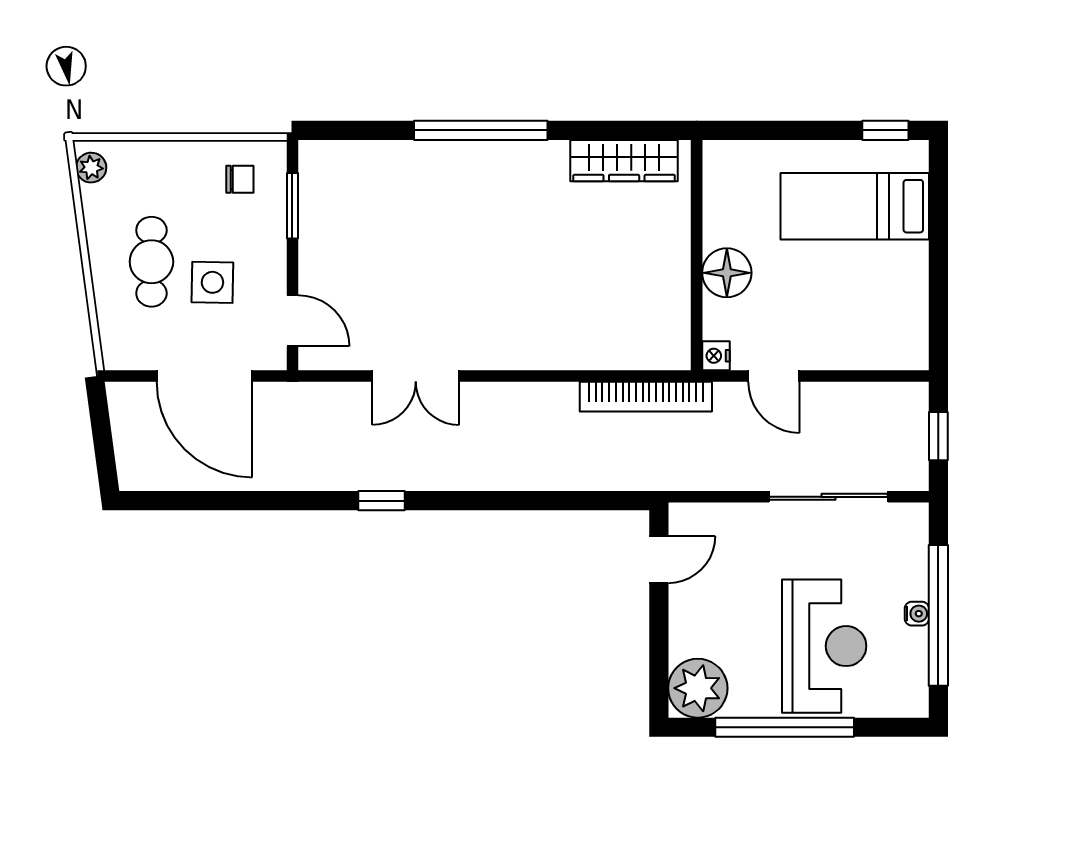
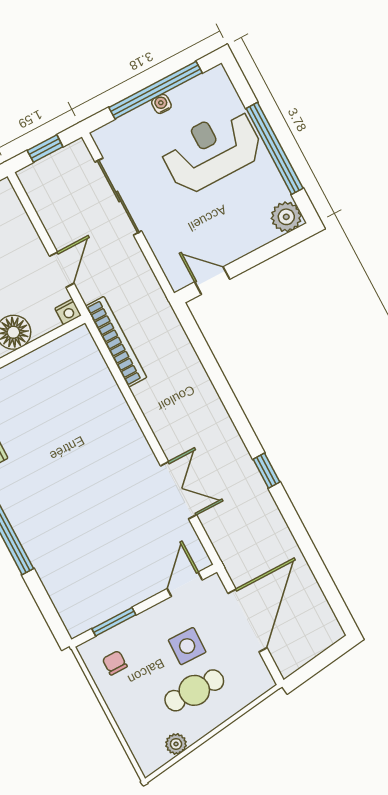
plant: (91, 168) -> (176, 744), moved
plant: (698, 688) -> (286, 217), width x0.73, depth x0.73

